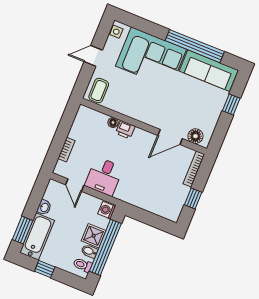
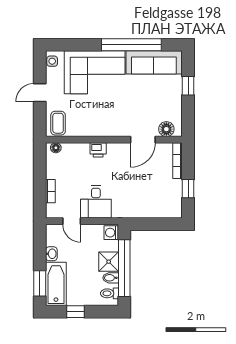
floor lamp: (113, 122) -> (56, 148), moved

